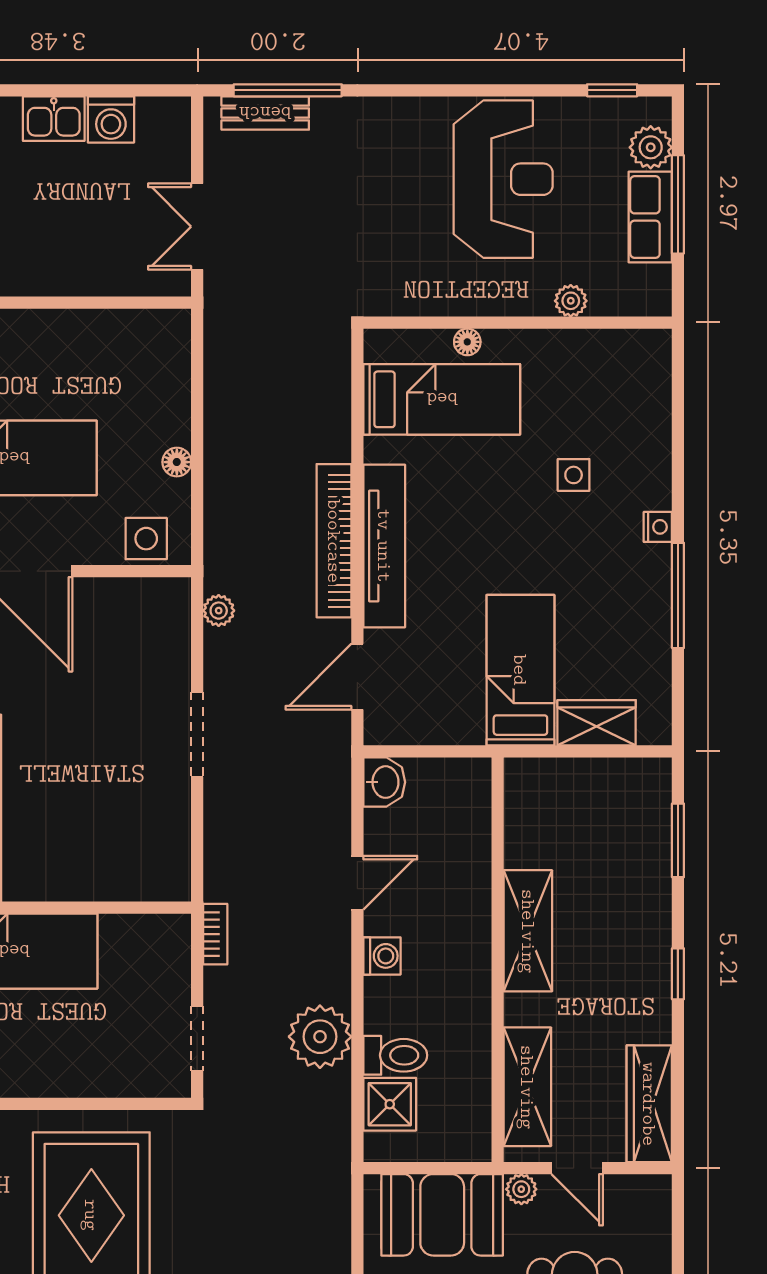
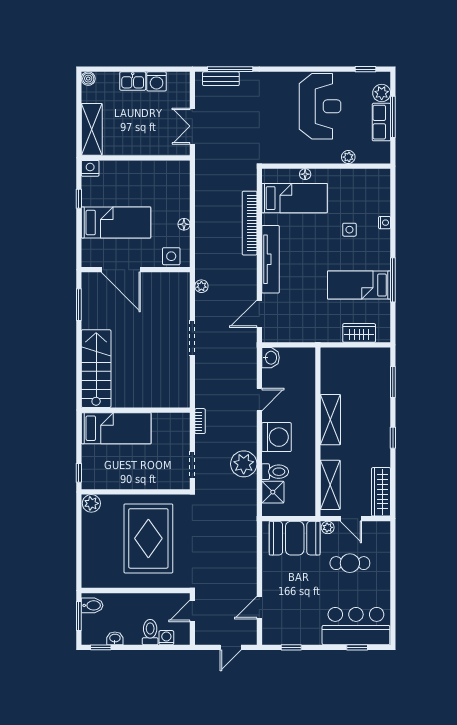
nightstand: (658, 527) -> (385, 223), moved
bookcase: (334, 541) -> (250, 223), moved
bed: (520, 670) -> (359, 285), moved, turned -90
washing machine: (382, 956) -> (276, 437), width x1.89, depth x1.89

